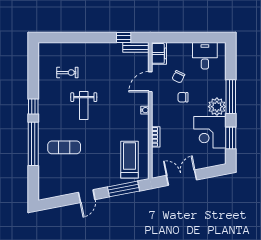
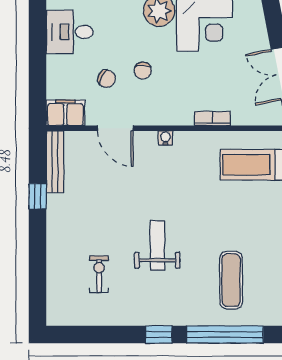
window: (124, 38) -> (38, 196), moved
bench: (136, 47) -> (55, 162), width x1.36
weight bench: (84, 106) -> (157, 245), turned -90

